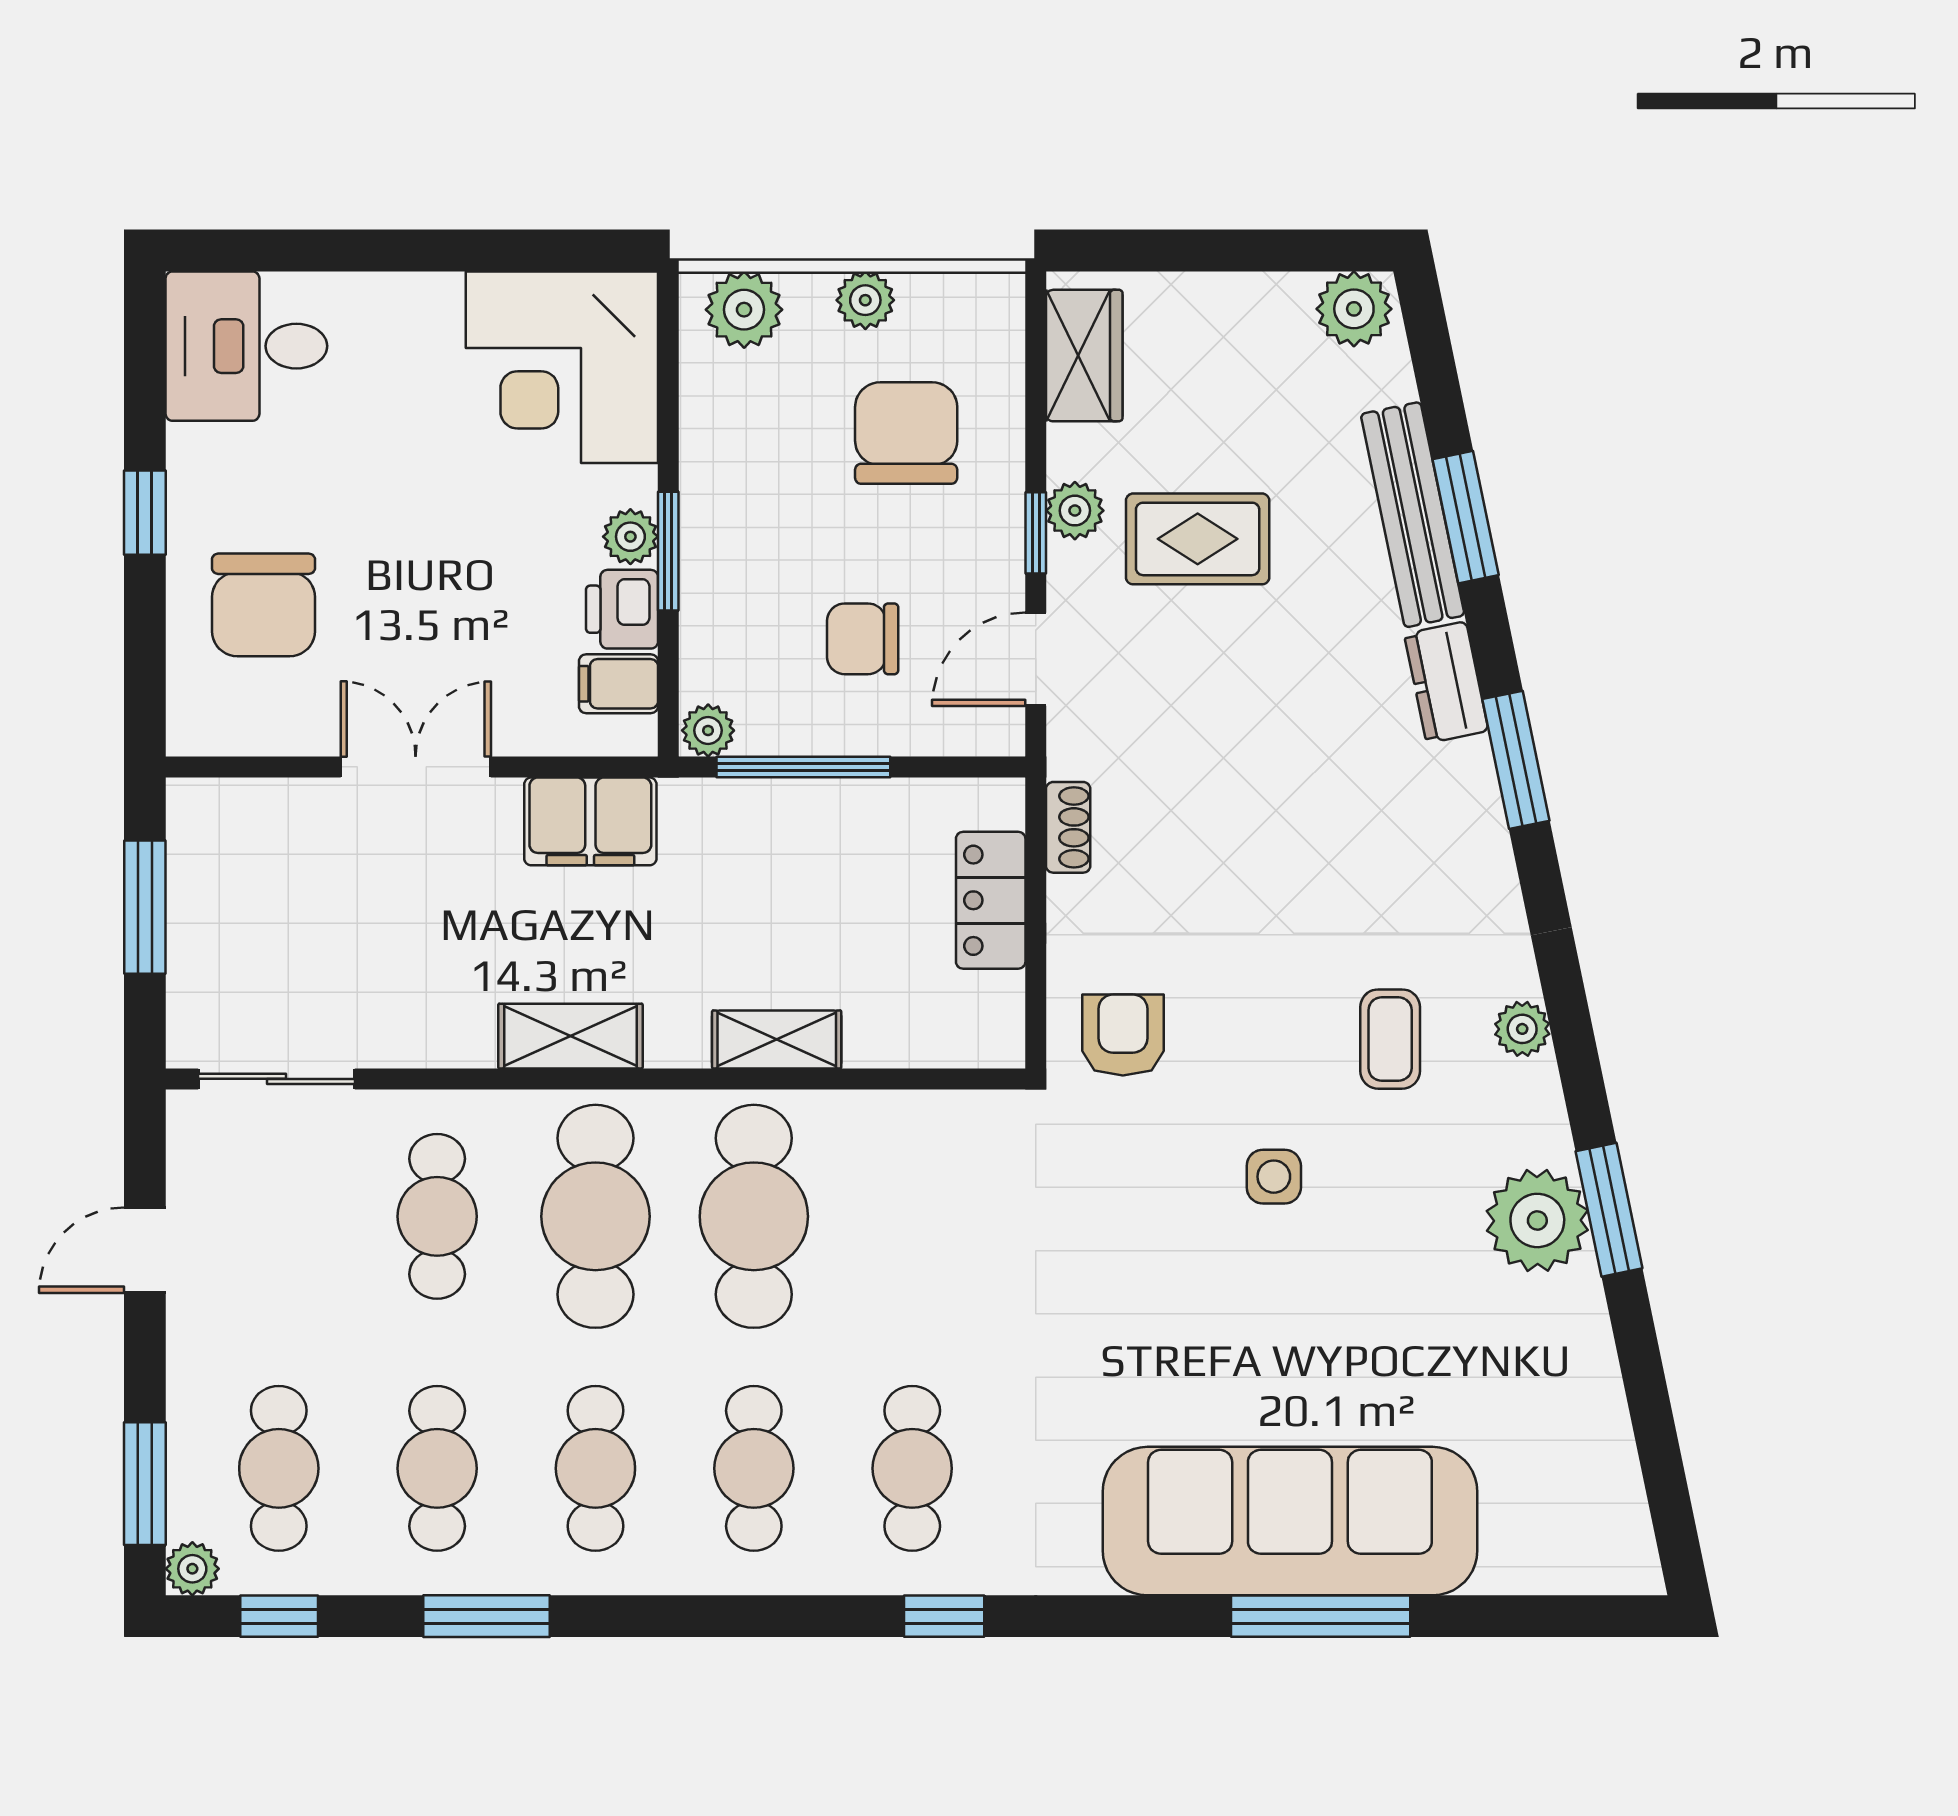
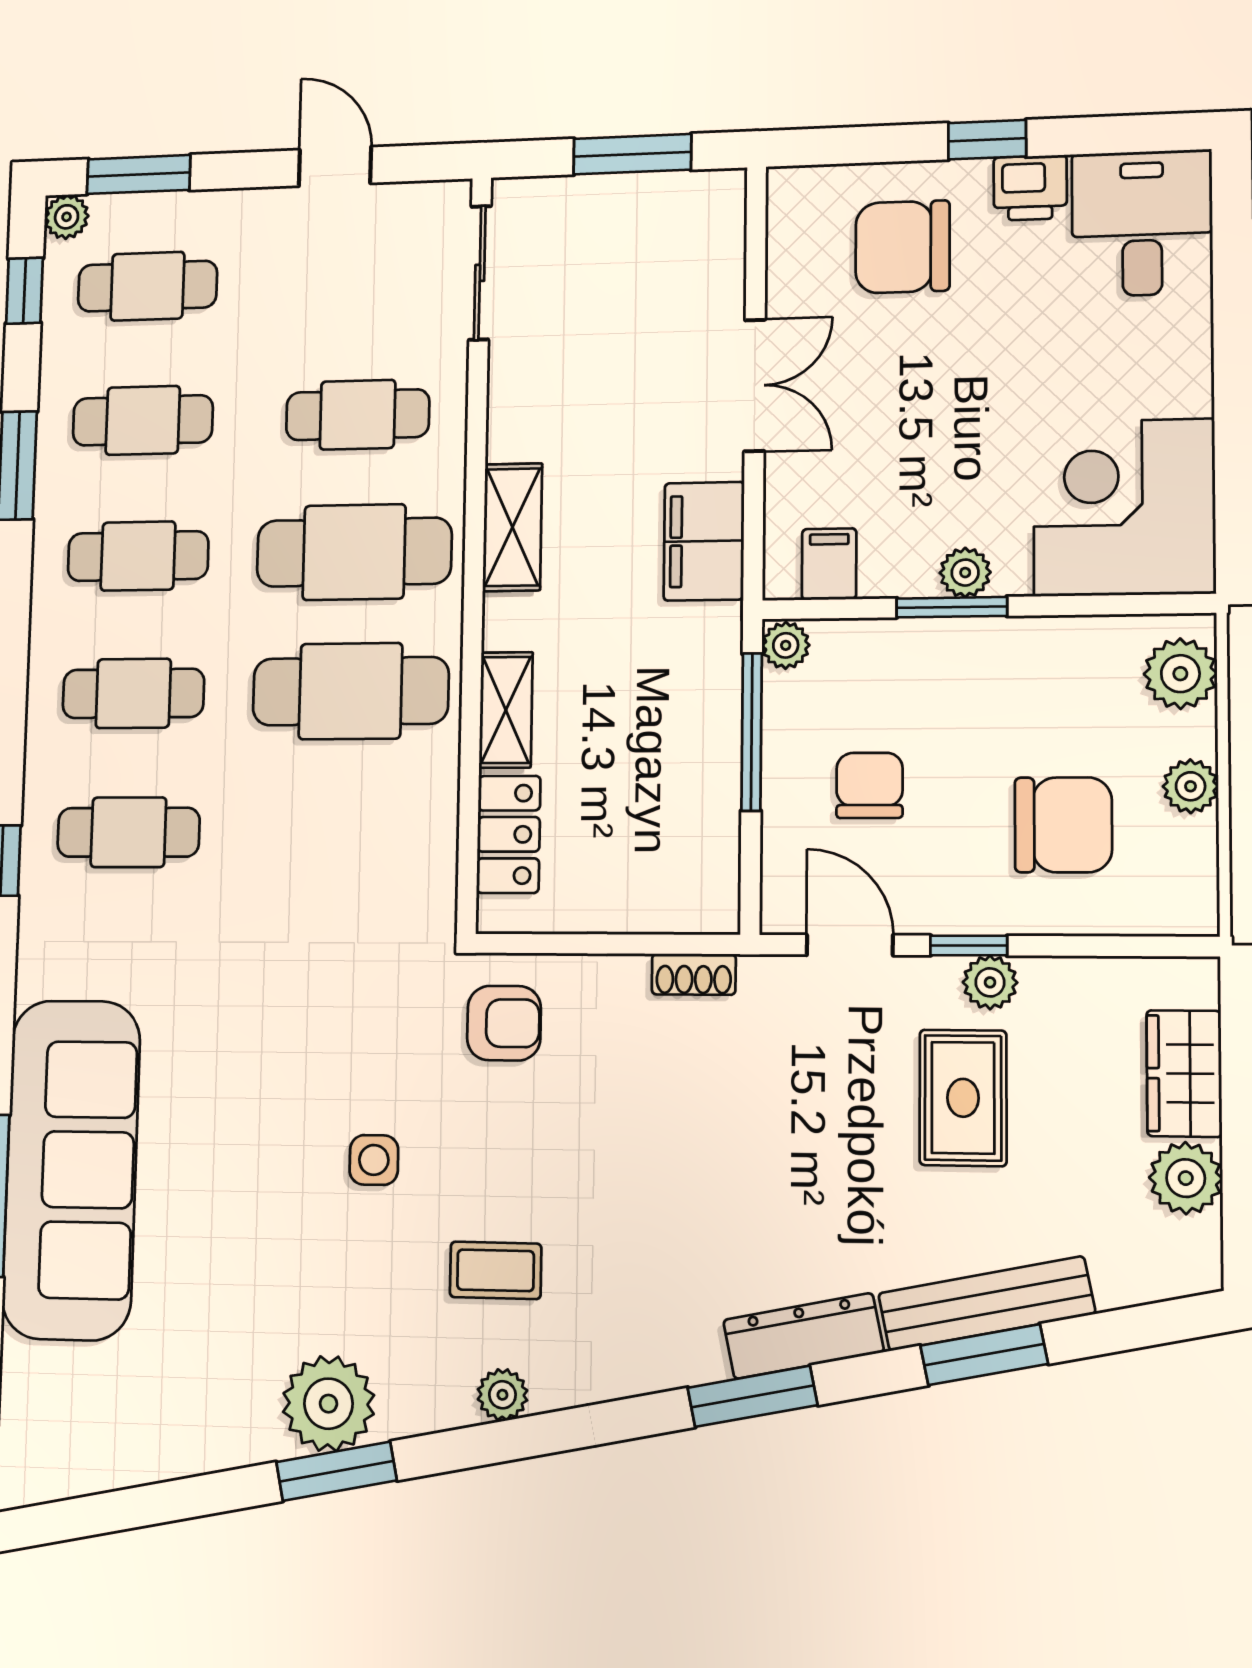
plant: (1354, 309) -> (1186, 1178), moved
wardrobe: (1084, 356) -> (1184, 1073), moved, turned 90
printer: (622, 609) -> (1030, 188), moved, turned 180
dresser: (1446, 682) -> (803, 1336), width x1.44
locker: (991, 900) -> (509, 834), moved, turned 90

